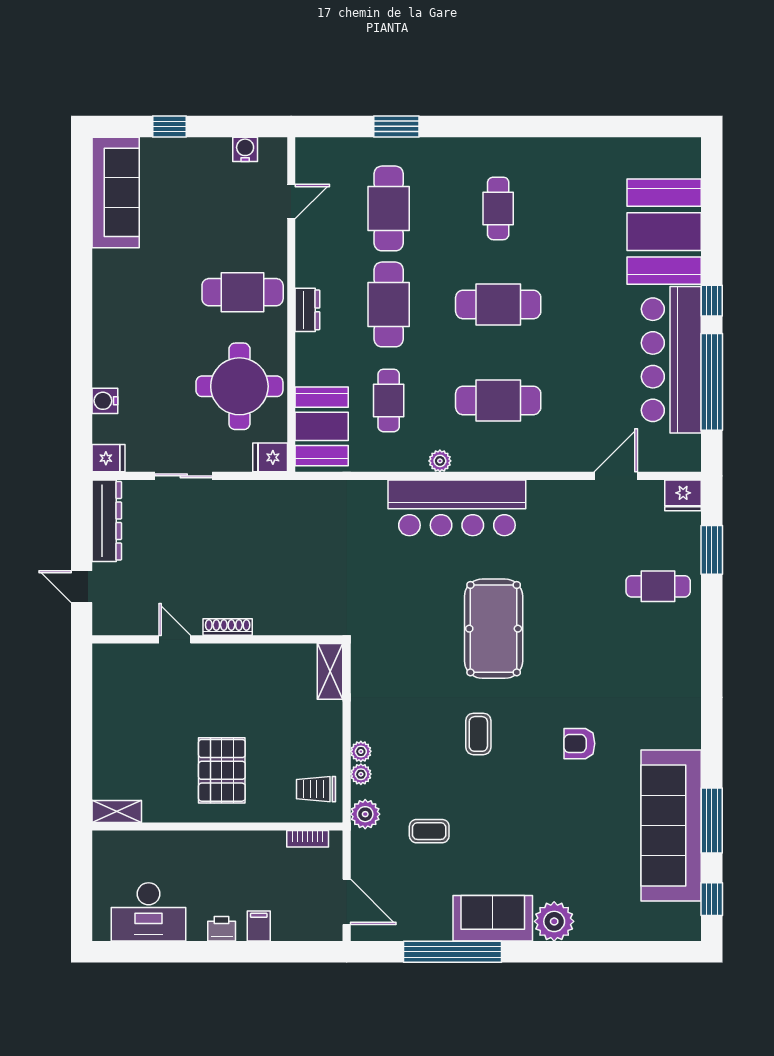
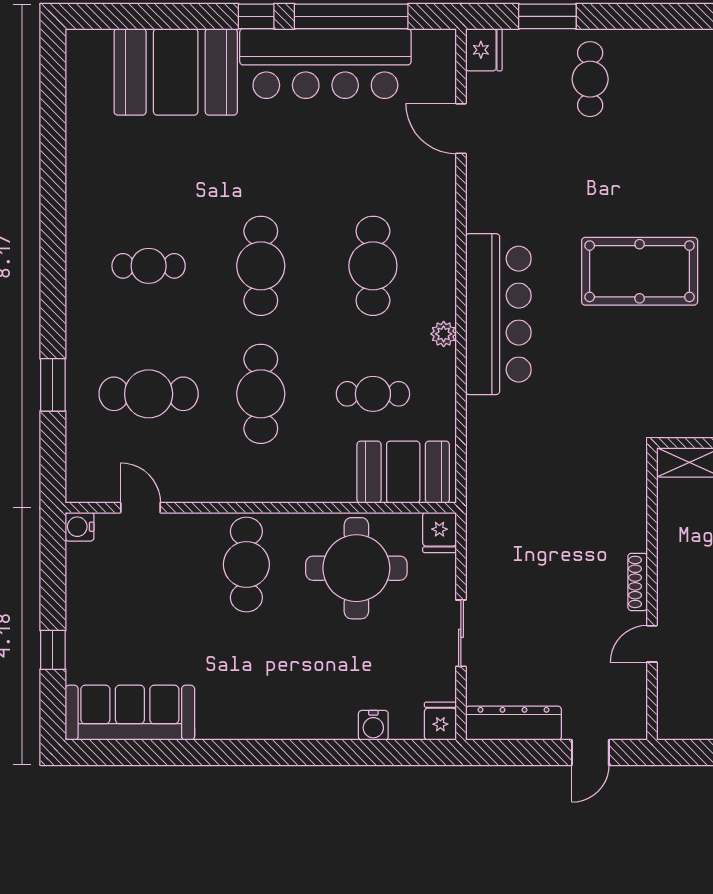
water cooler: (245, 149) -> (80, 527), moved
cafe table: (389, 304) -> (261, 394), turned 90
dresser: (307, 310) -> (267, 489), removed

